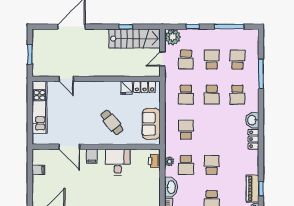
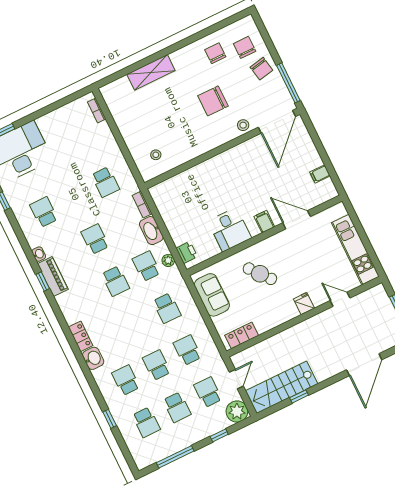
window: (261, 74) -> (110, 419), width x0.46
fridge: (127, 88) -> (304, 304), moved

